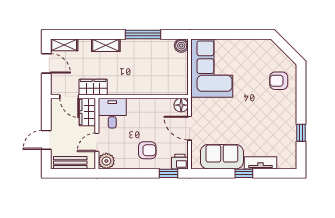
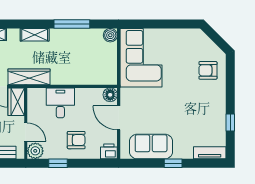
wardrobe: (93, 87) -> (29, 77), width x1.50
desk: (112, 113) -> (60, 103), moved
door: (97, 142) -> (26, 132), swing flipped
tv unit: (261, 163) -> (210, 153), moved
window: (169, 173) -> (58, 163), moved

